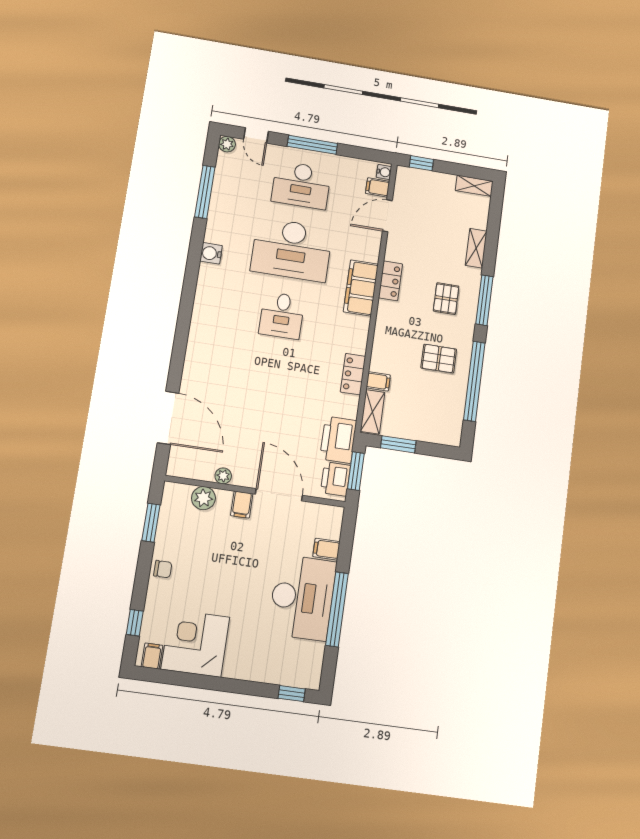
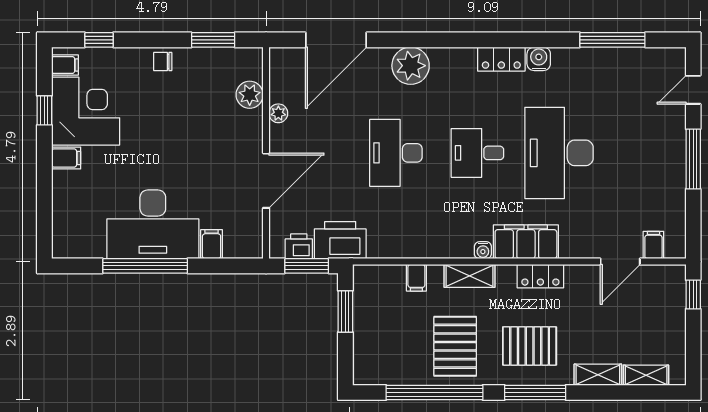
plant: (227, 144) -> (411, 66), moved, width x1.87, depth x1.87
water cooler: (384, 172) -> (483, 250), moved
desk: (301, 185) -> (396, 153), moved
shelving: (474, 186) -> (646, 375), moved, turned 90
door: (387, 216) -> (620, 262), swing flipped
pallet: (446, 299) -> (530, 346), width x1.50, depth x1.42
pallet: (439, 359) -> (455, 346), width x1.50, depth x1.42
locker: (353, 374) -> (501, 59), moved, turned 180
shelving: (372, 412) -> (470, 276), moved
printer: (335, 479) -> (299, 246), width x0.73, depth x0.81
filing cabinet: (242, 505) -> (66, 158), moved, turned 180
chair: (163, 569) -> (163, 61), turned 90
window: (292, 694) -> (44, 110), moved

